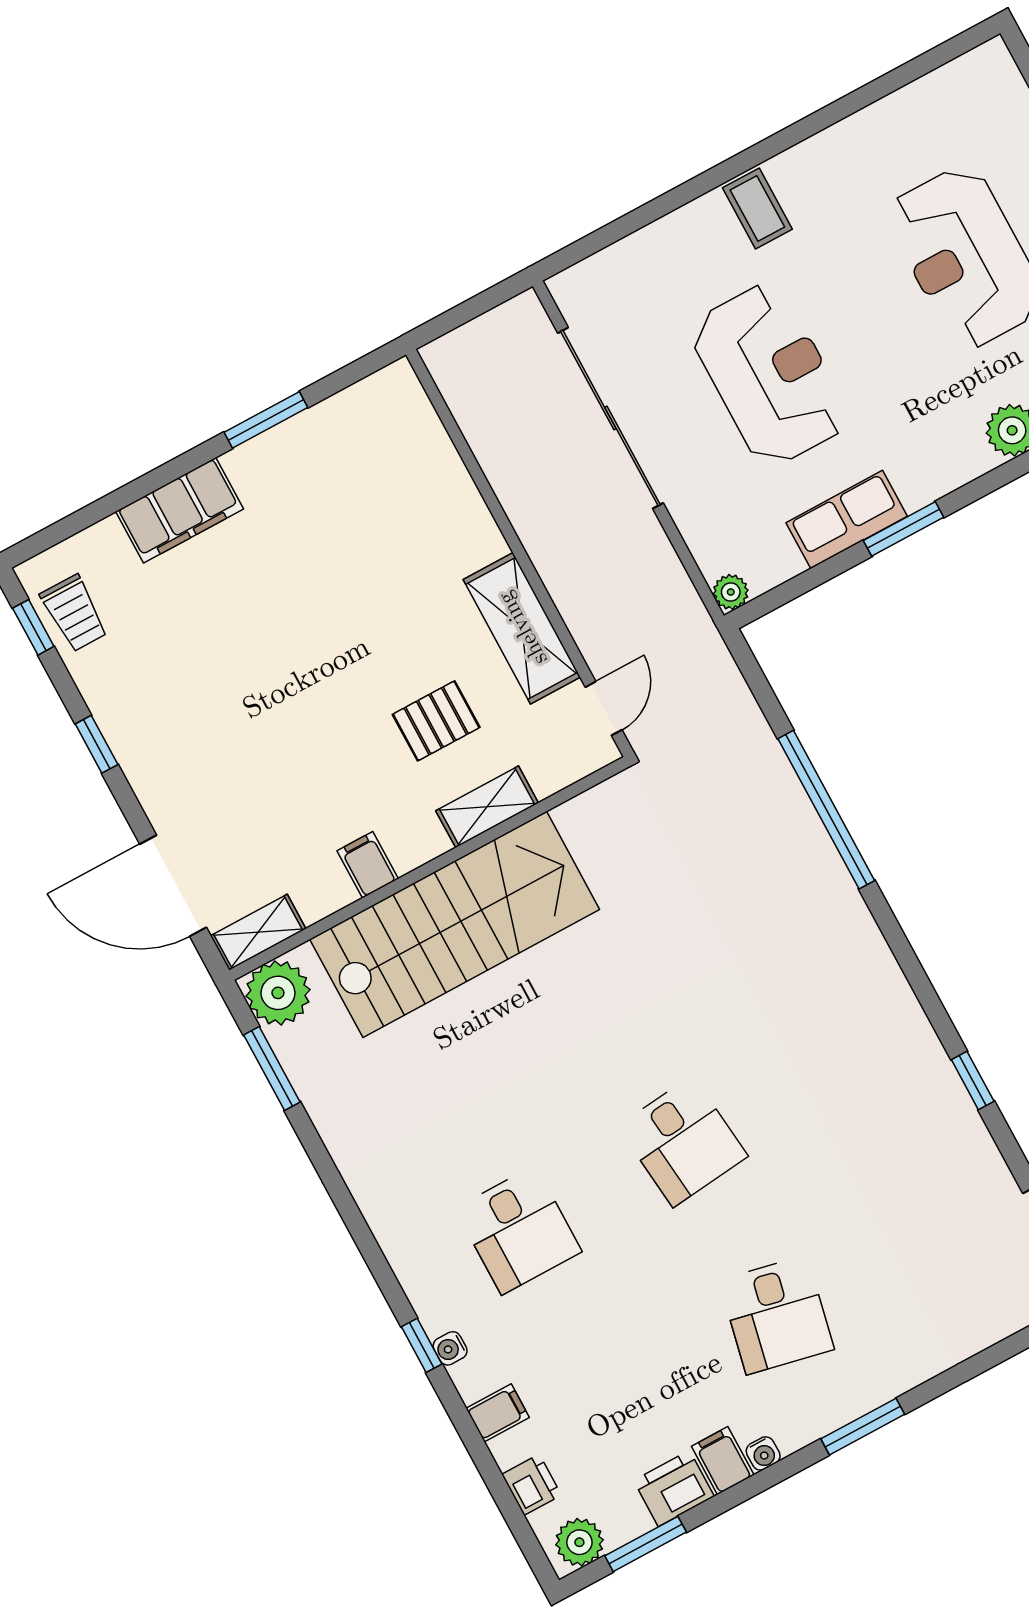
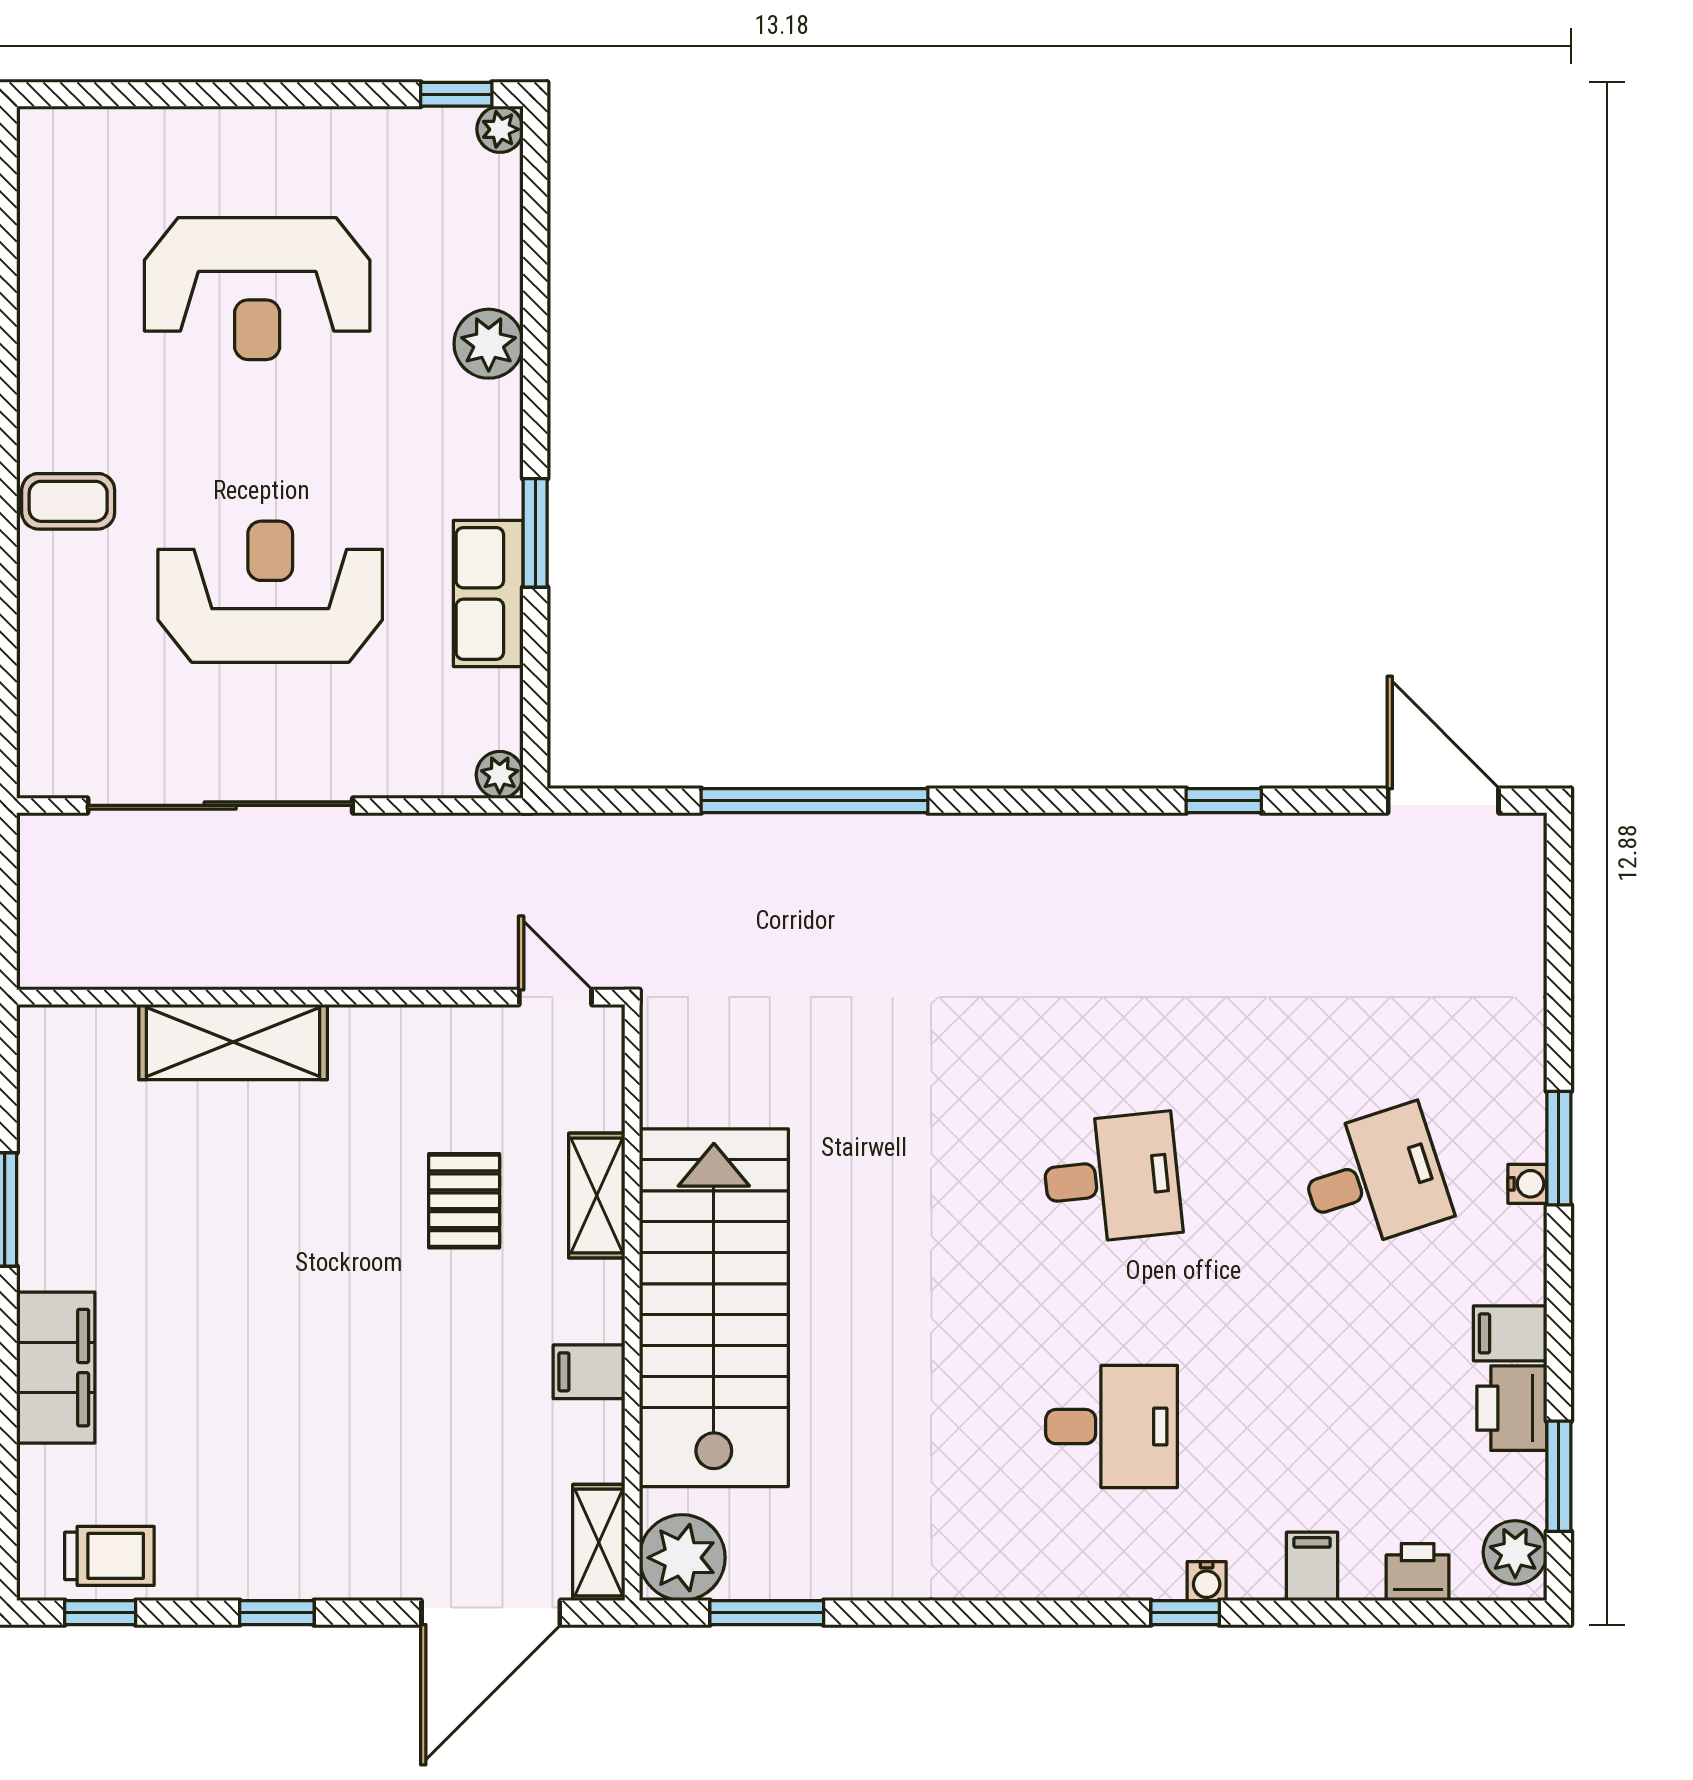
shelving: (522, 628) -> (233, 1042), moved
desk: (777, 1315) -> (1374, 1178), turned -30
water cooler: (763, 1453) -> (1527, 1184), moved

